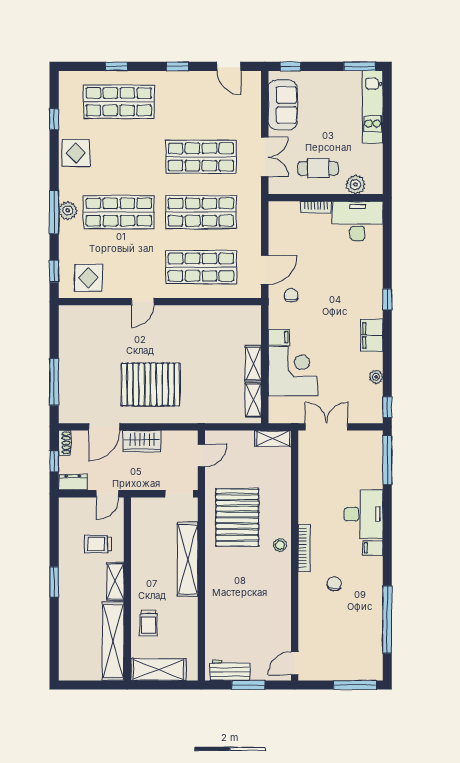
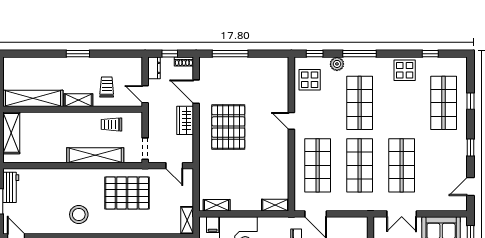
plant: (68, 211) -> (337, 64), moved
filing cabinet: (279, 337) -> (213, 225), moved
shelving: (253, 363) -> (275, 205), moved
stool: (280, 545) -> (79, 214), moved, width x1.89, depth x1.89
trolley: (149, 623) -> (111, 124), moved

